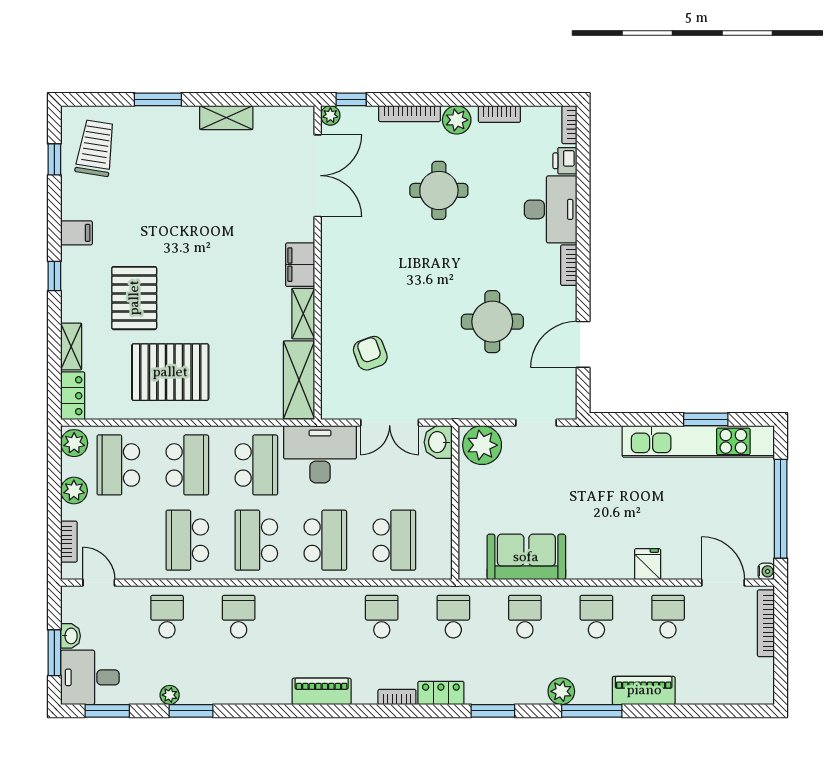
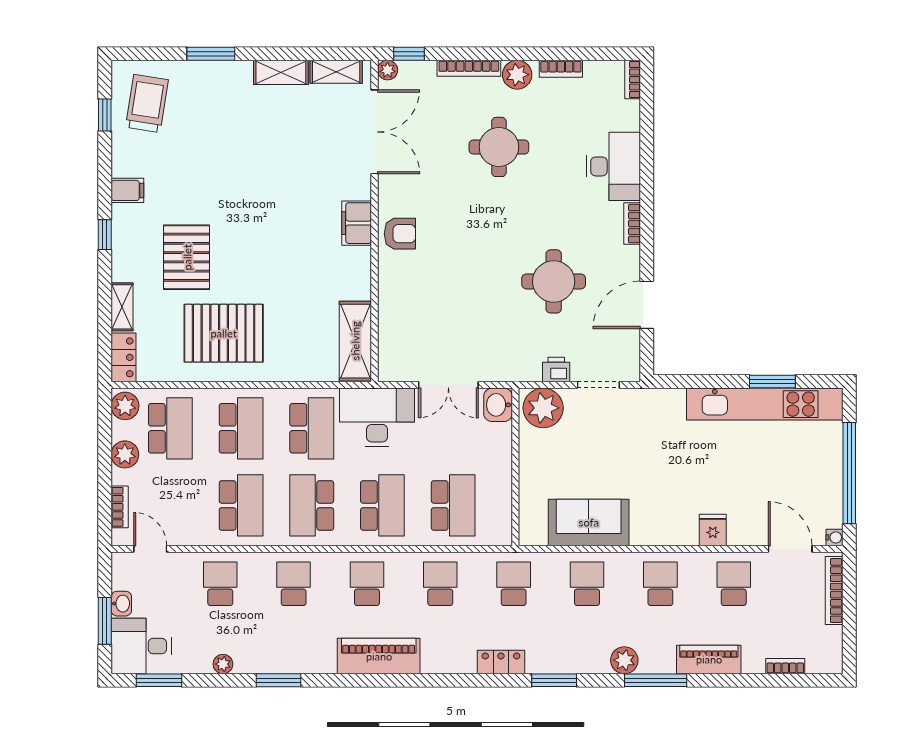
printer: (565, 161) -> (556, 370), moved, turned 90
shelving: (303, 314) -> (336, 72), moved, turned 90
armchair: (370, 353) -> (400, 234), moved, turned 110
school desk: (118, 465) -> (170, 428), turned 180
school desk: (187, 540) -> (241, 505), turned 180
school desk: (310, 617) -> (367, 584), added
piano: (322, 691) -> (379, 656), width x1.37, depth x1.33
bookcase: (397, 697) -> (785, 666), moved
window: (191, 711) -> (278, 680), moved

